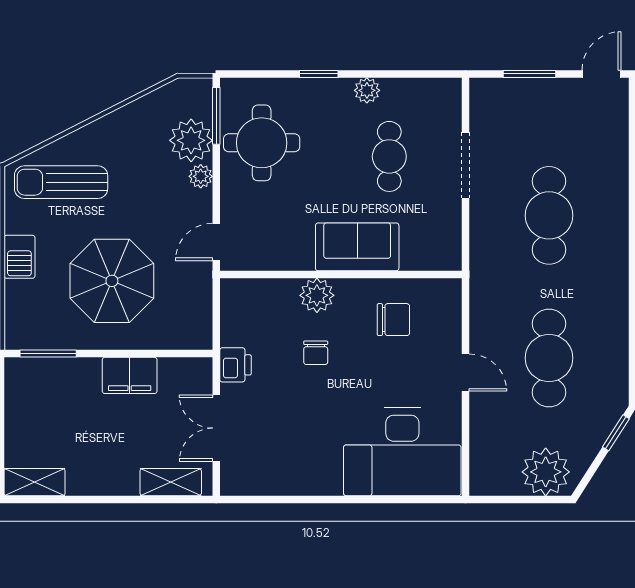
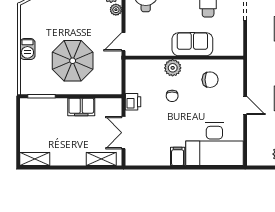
sun lounger: (61, 182) -> (48, 13), removed
filing cabinet: (327, 477) -> (178, 156), added

